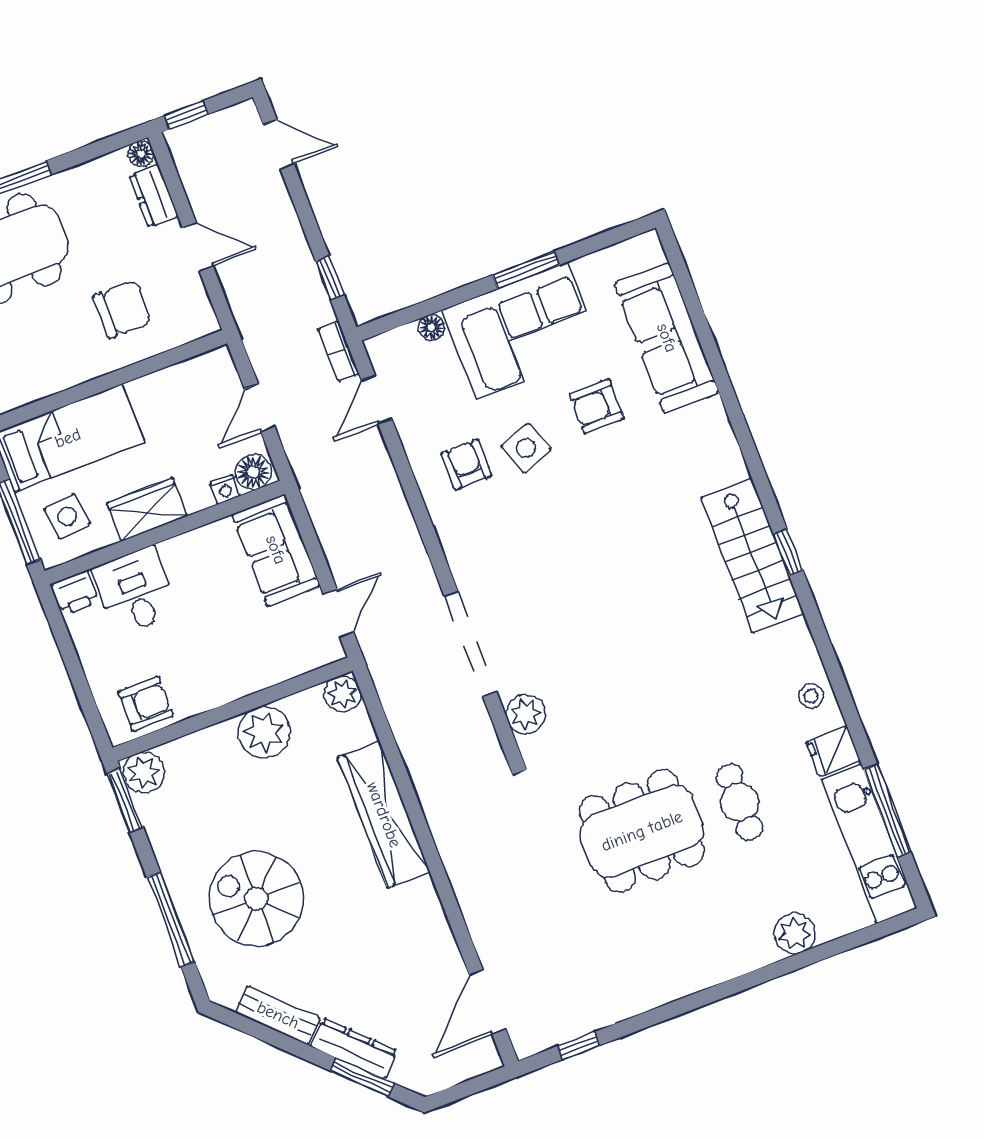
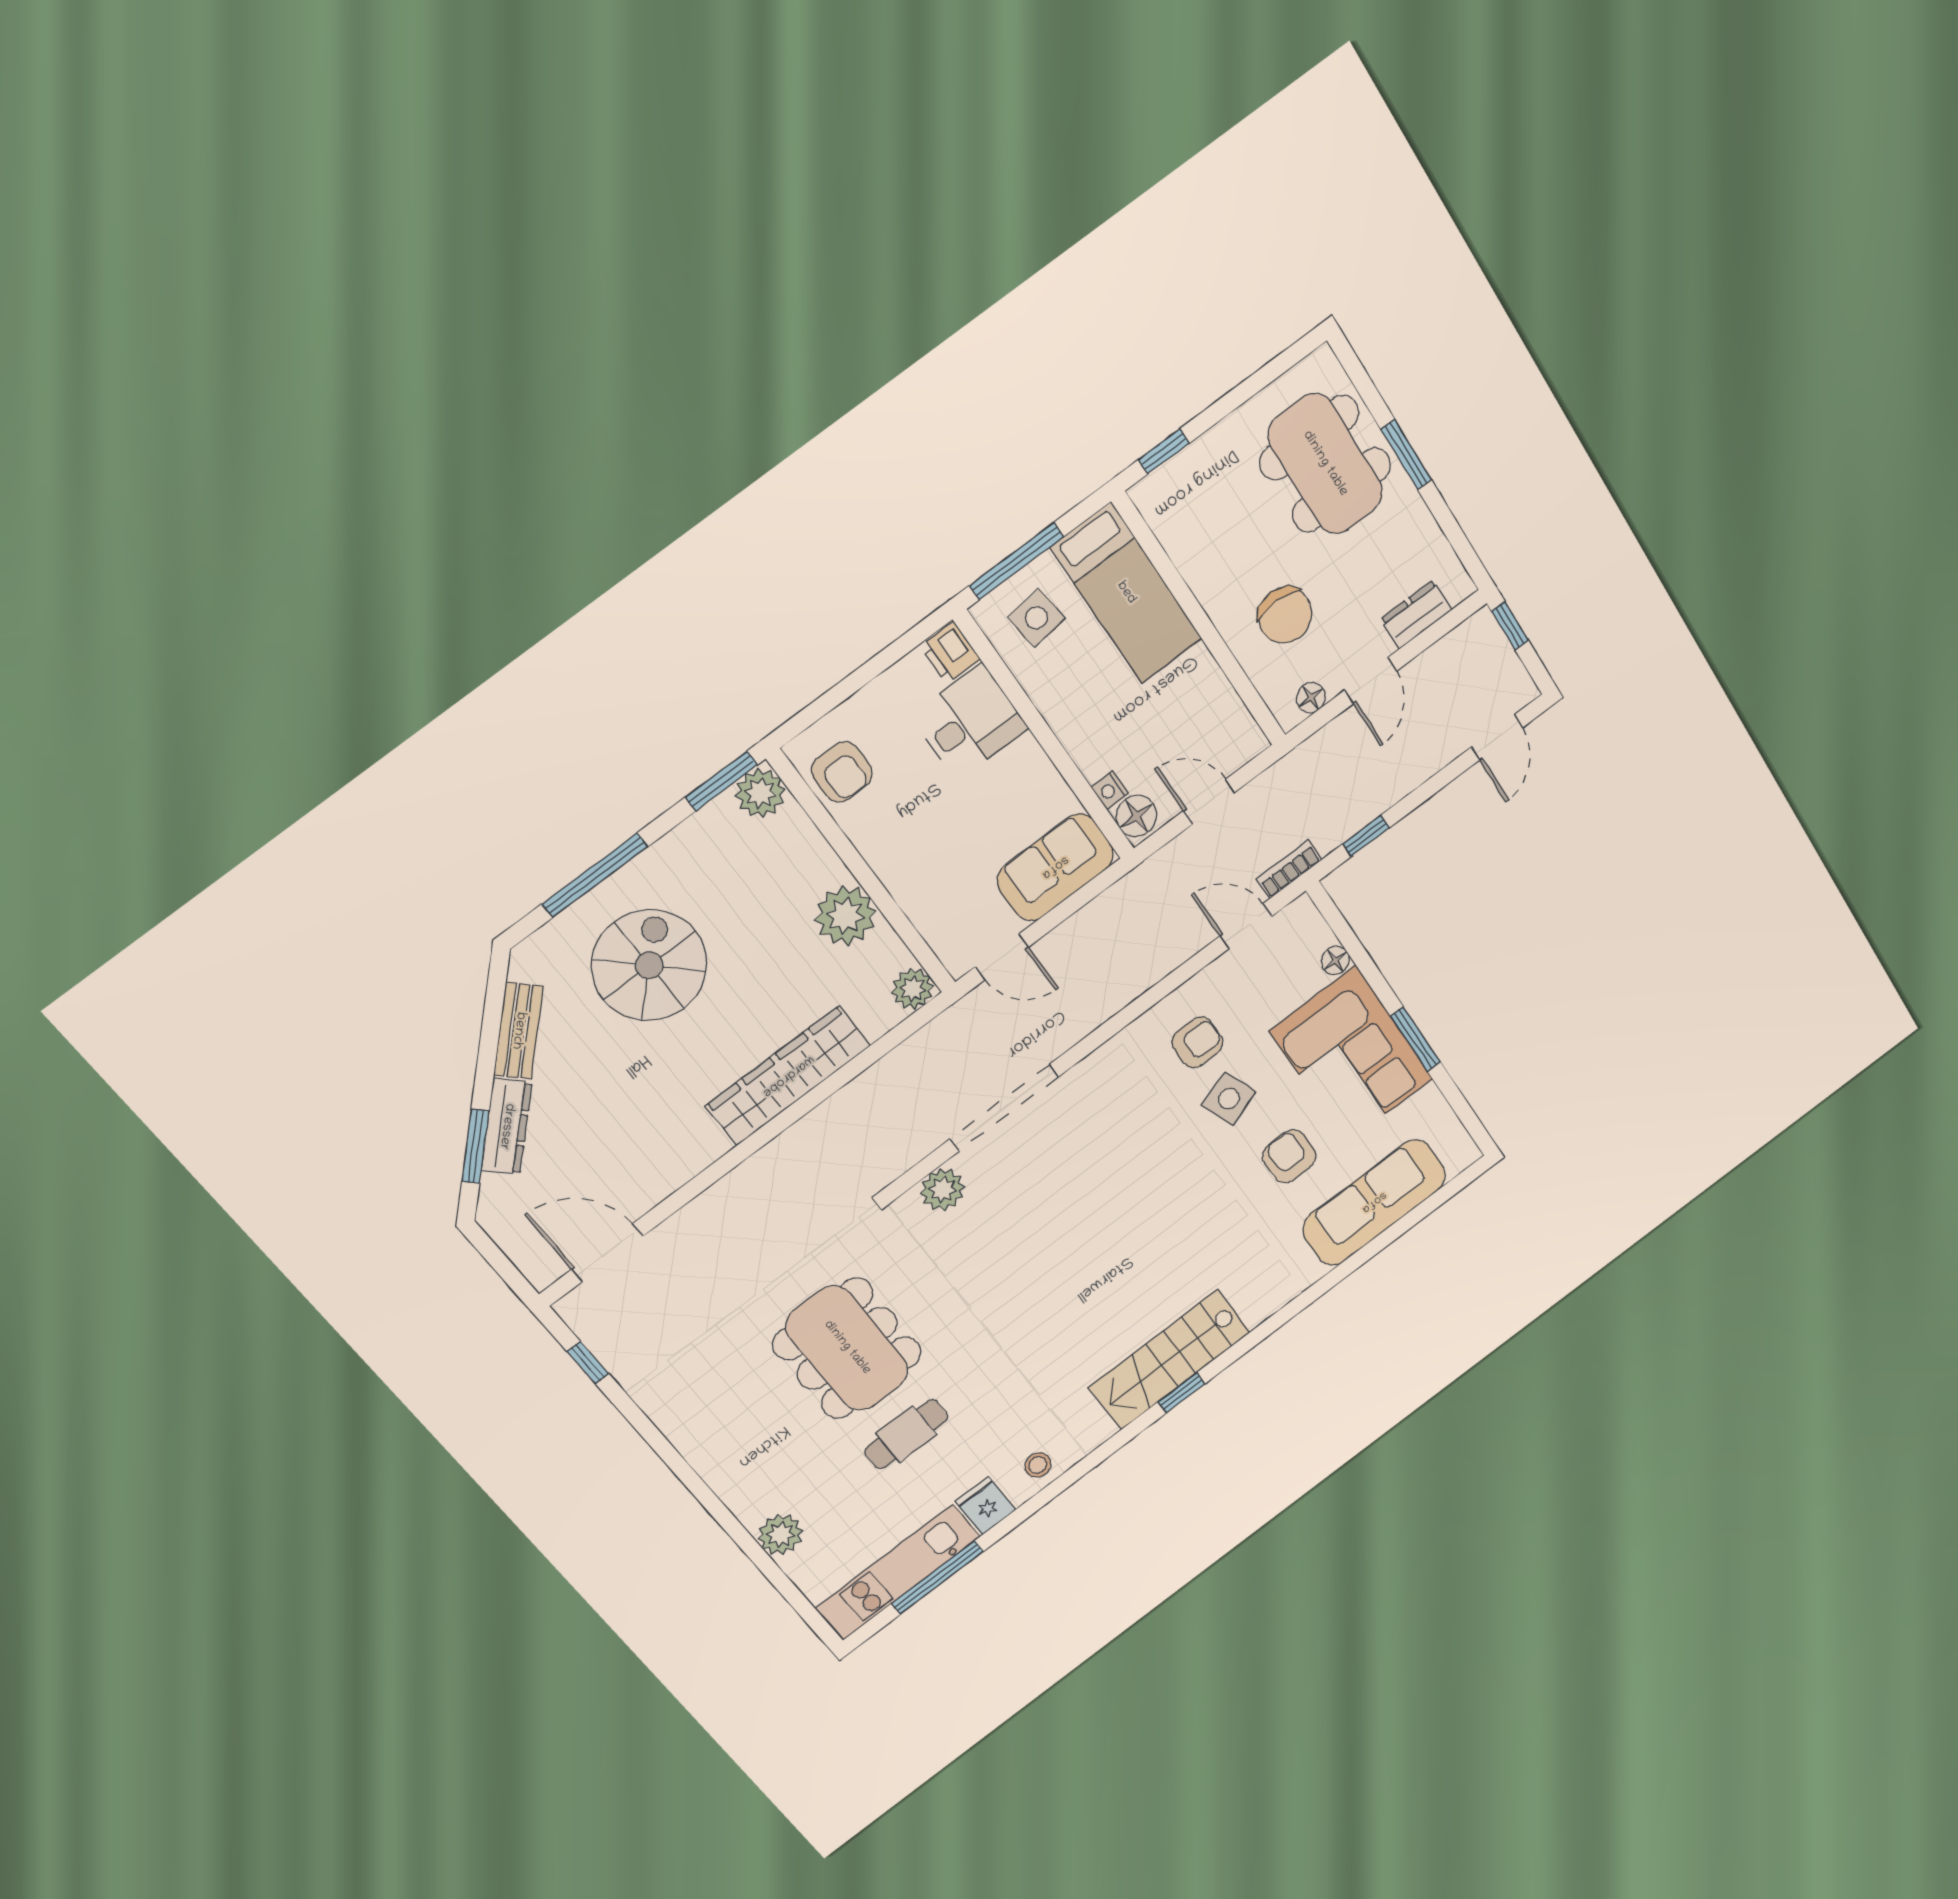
floor lamp: (141, 154) -> (1311, 698), moved
wardrobe: (147, 510) -> (1066, 708), removed

